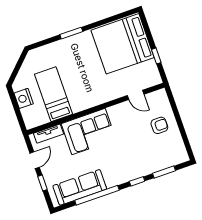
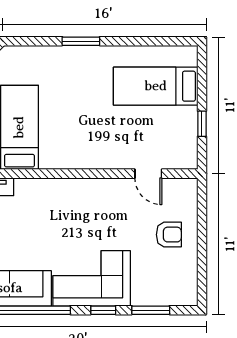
bed: (123, 44) -> (156, 86), width x0.49
corner sofa: (89, 132) -> (92, 278), moved, turned 180

